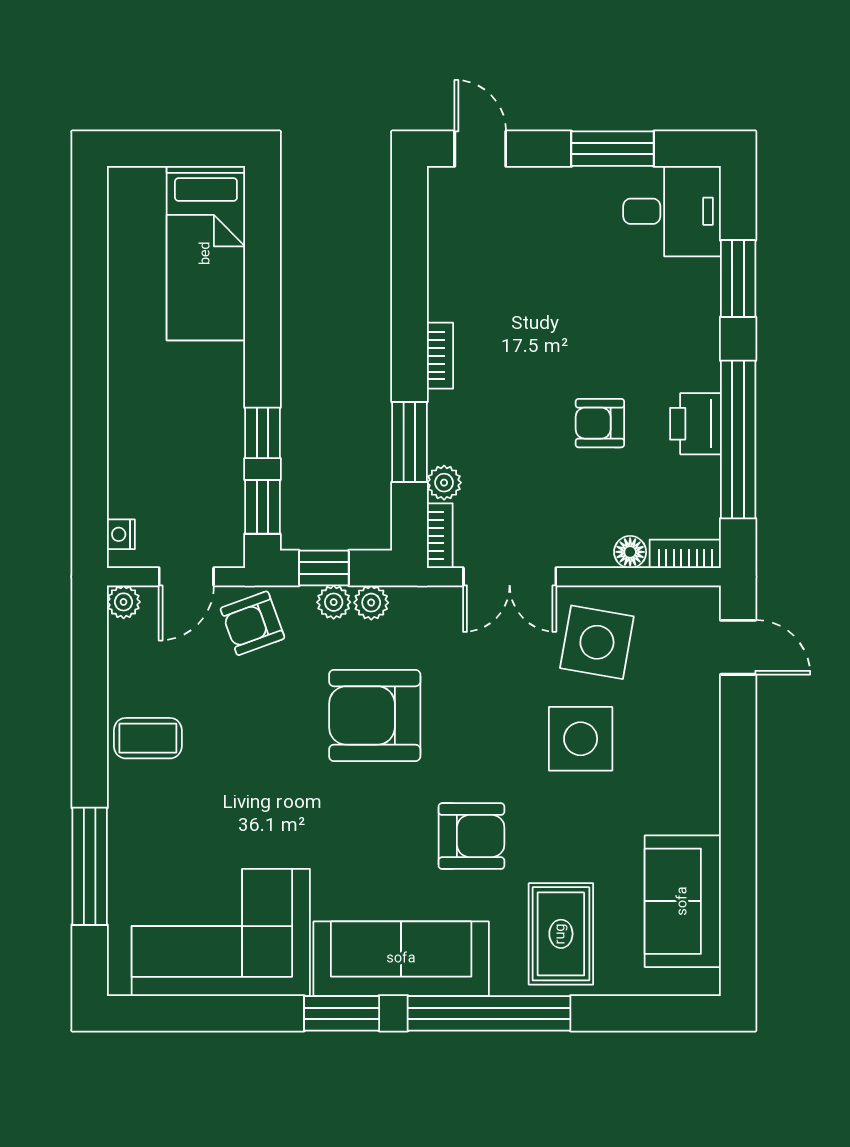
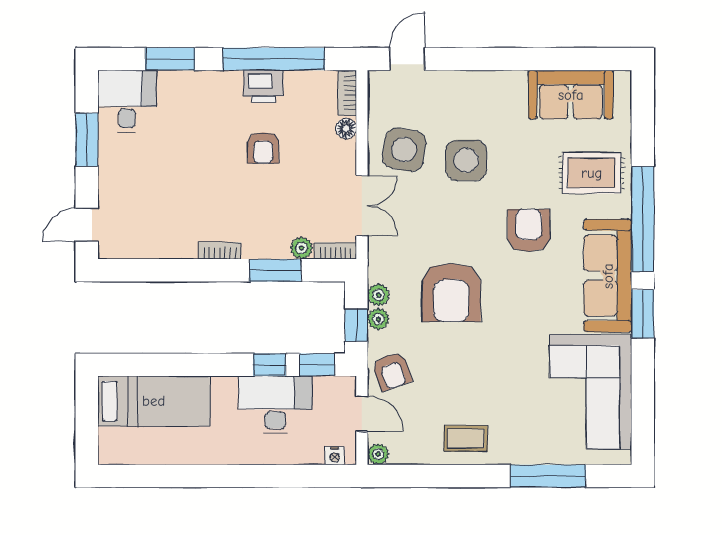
desk: (201, 442) -> (275, 405), added
coffee table: (148, 738) -> (466, 438), turned 90

